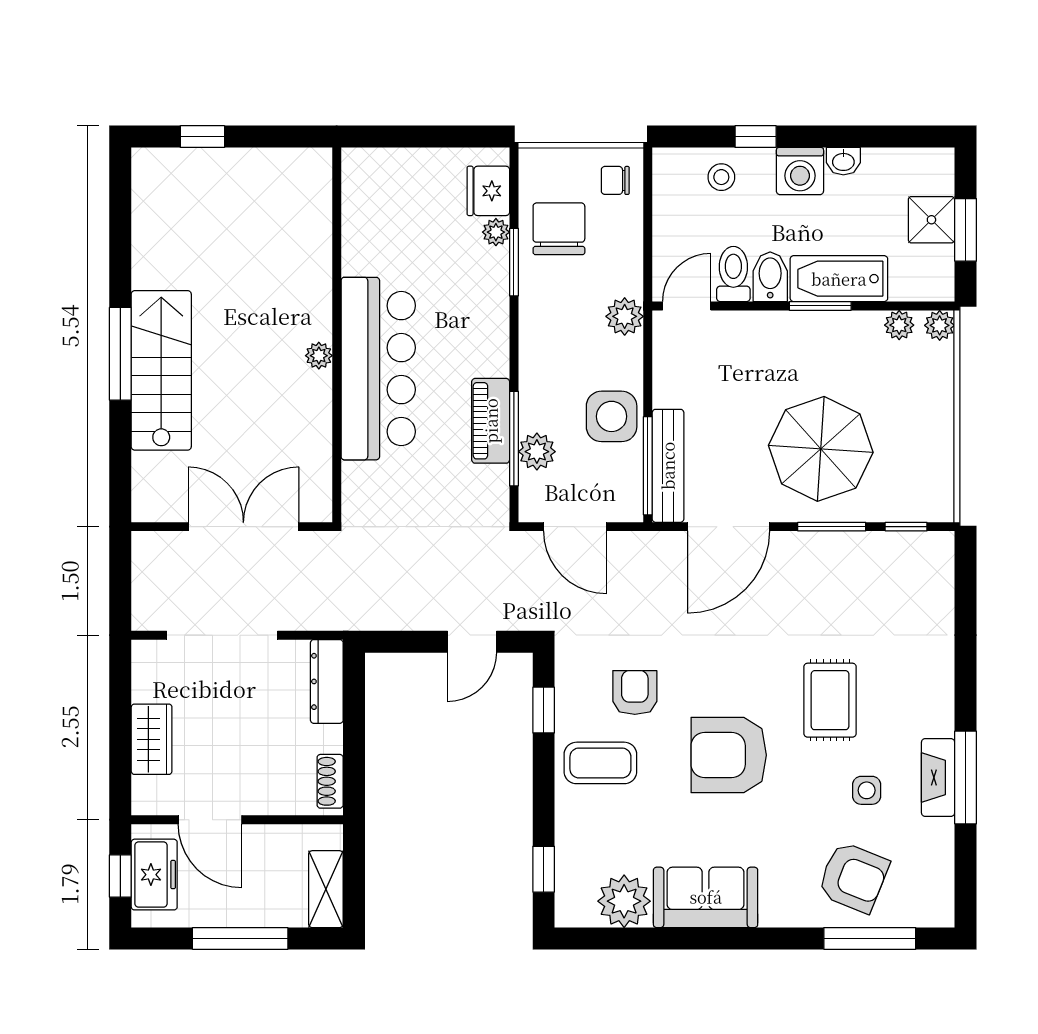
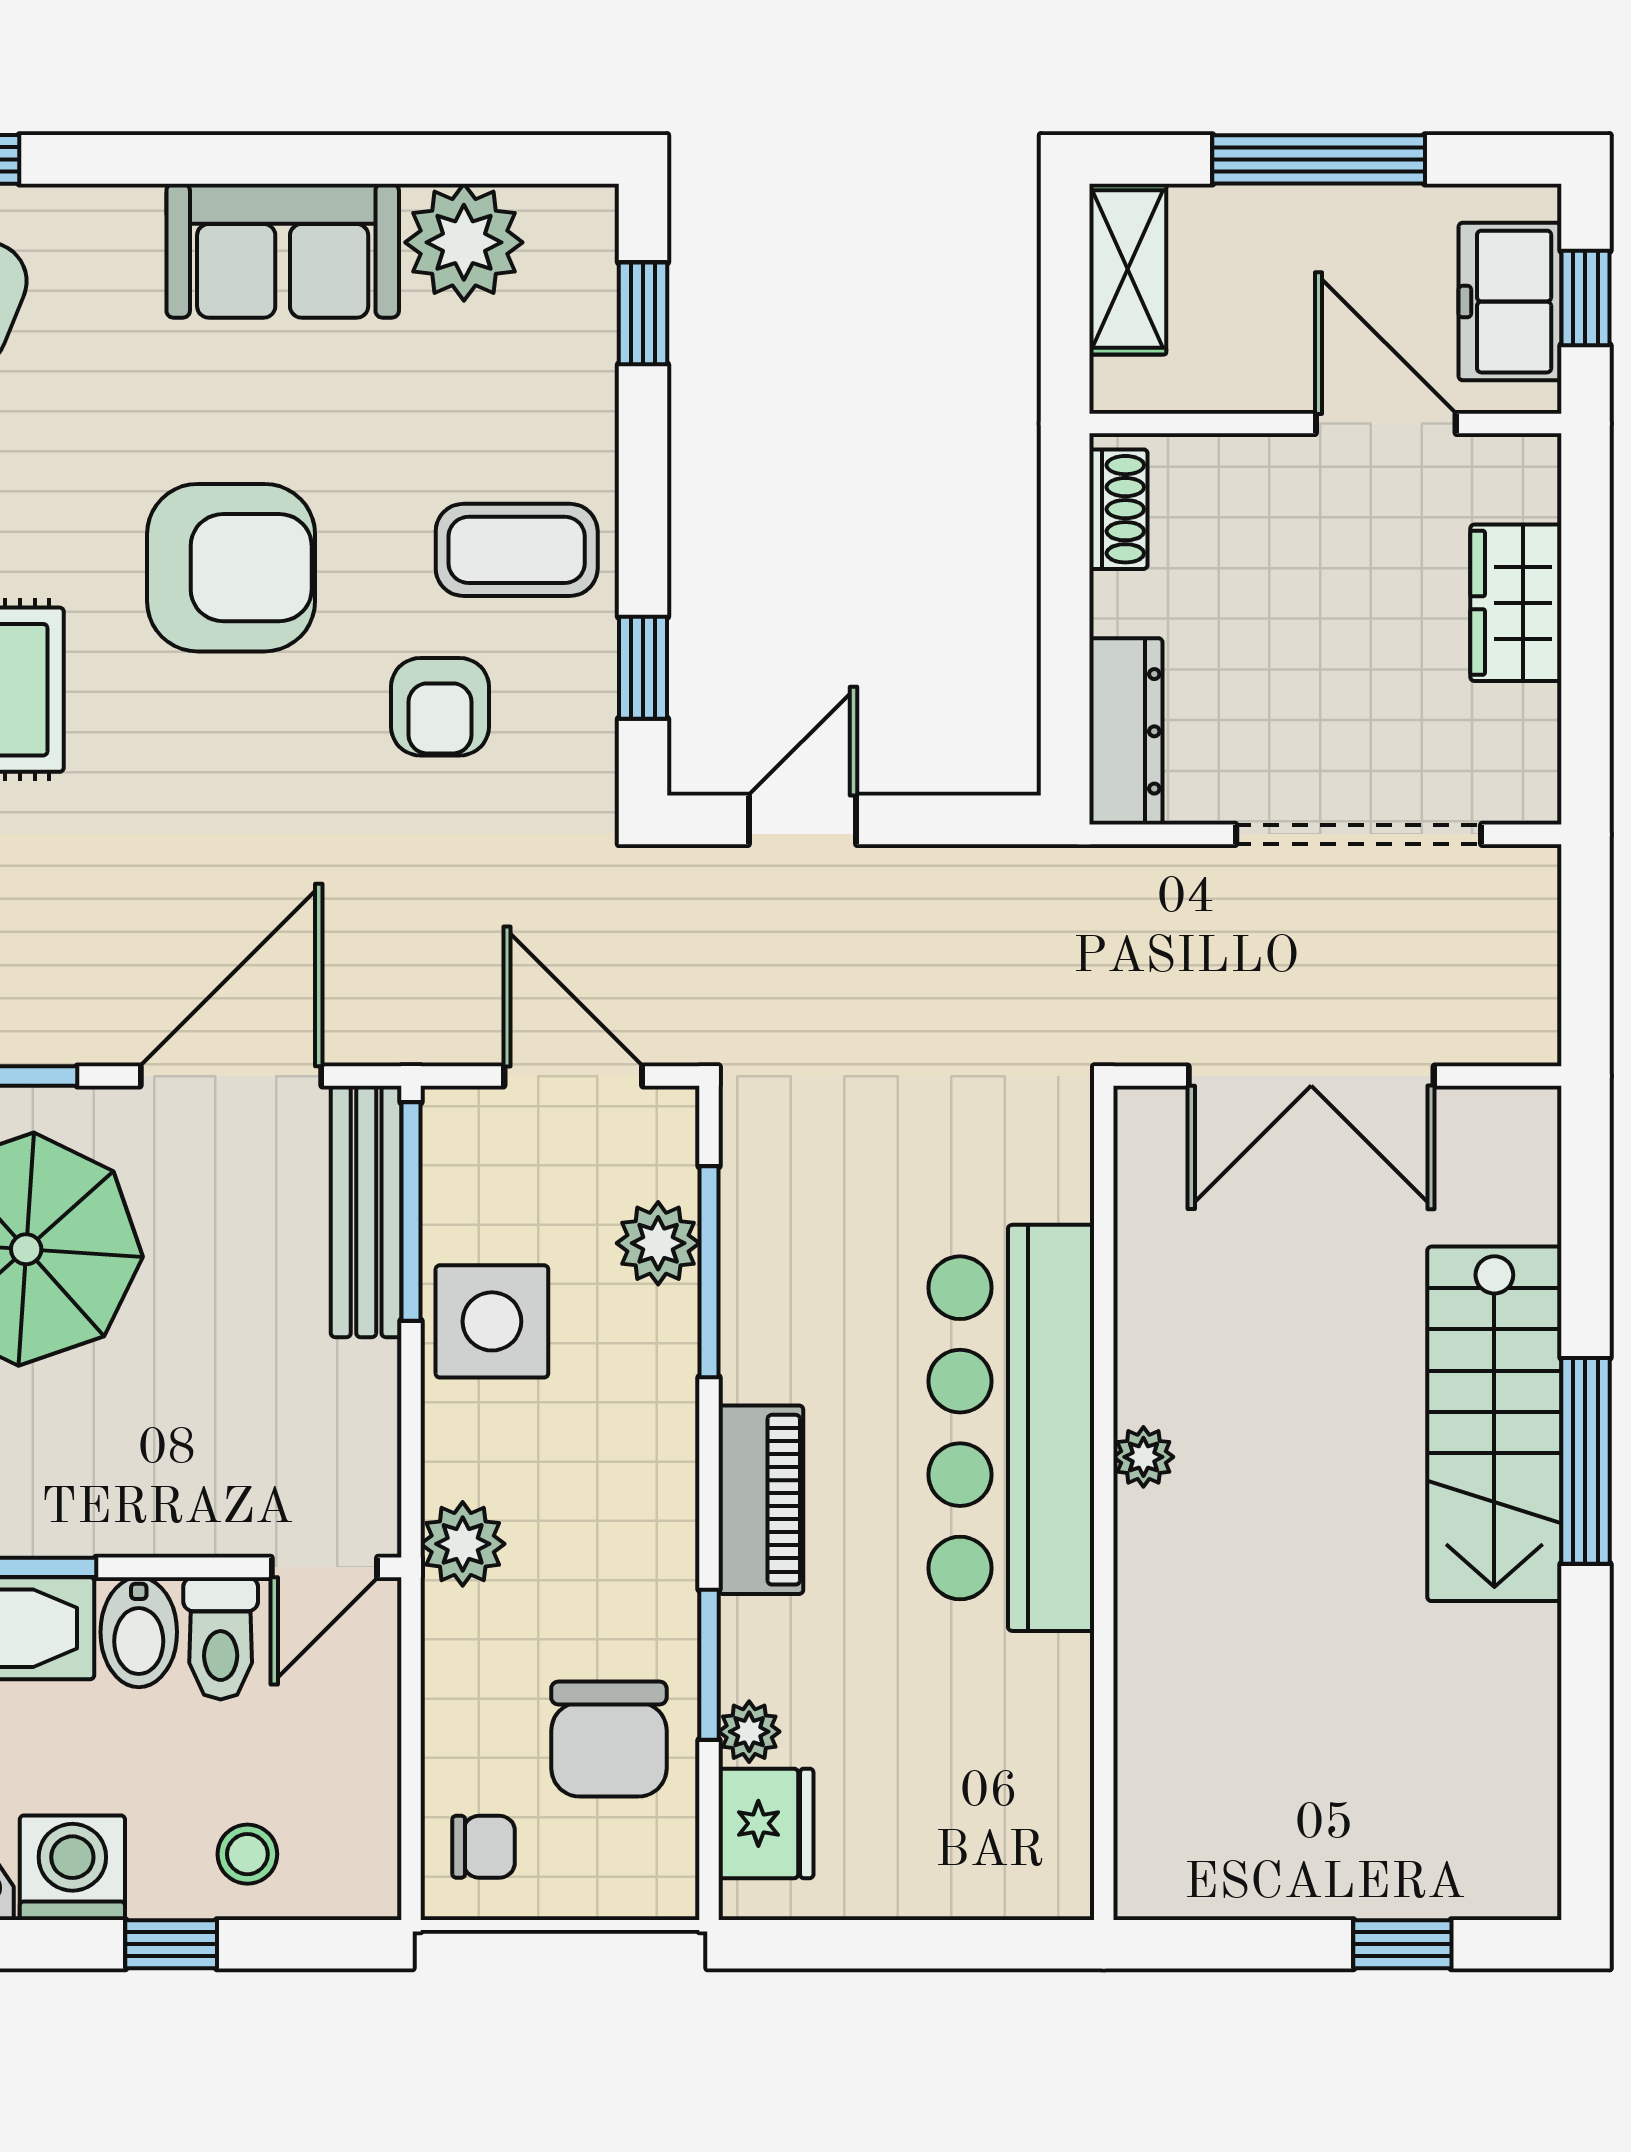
piano: (491, 421) -> (761, 1500), moved

